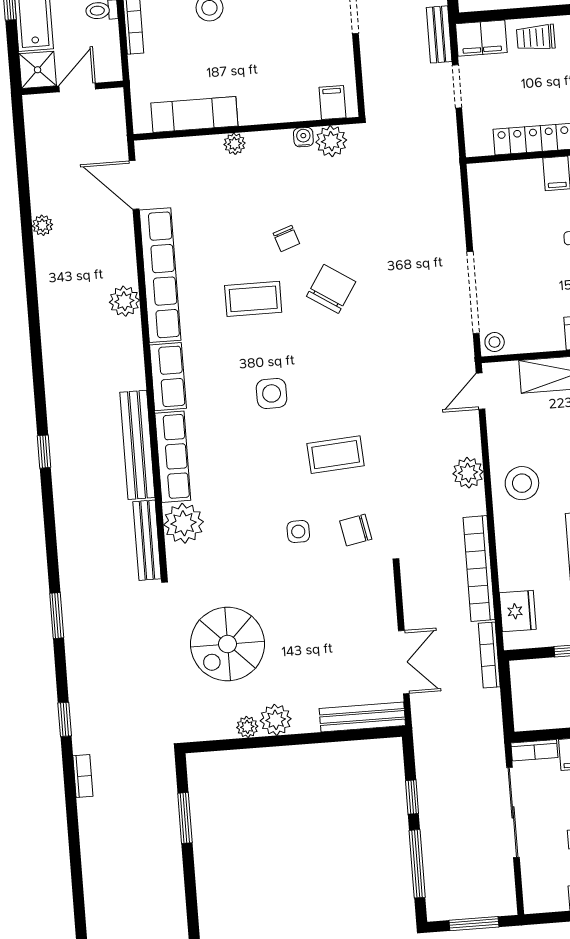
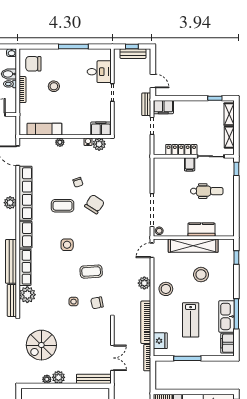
trolley: (536, 37) -> (185, 109), removed
filing cabinet: (333, 102) -> (101, 129), width x2.00

